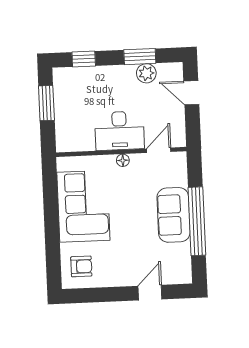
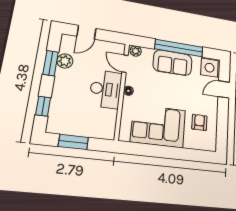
plant: (179, 162) -> (136, 51), added
armchair: (81, 266) -> (199, 122), moved
side table: (177, 269) -> (209, 68), added
door: (150, 293) -> (224, 89), hinge flipped

